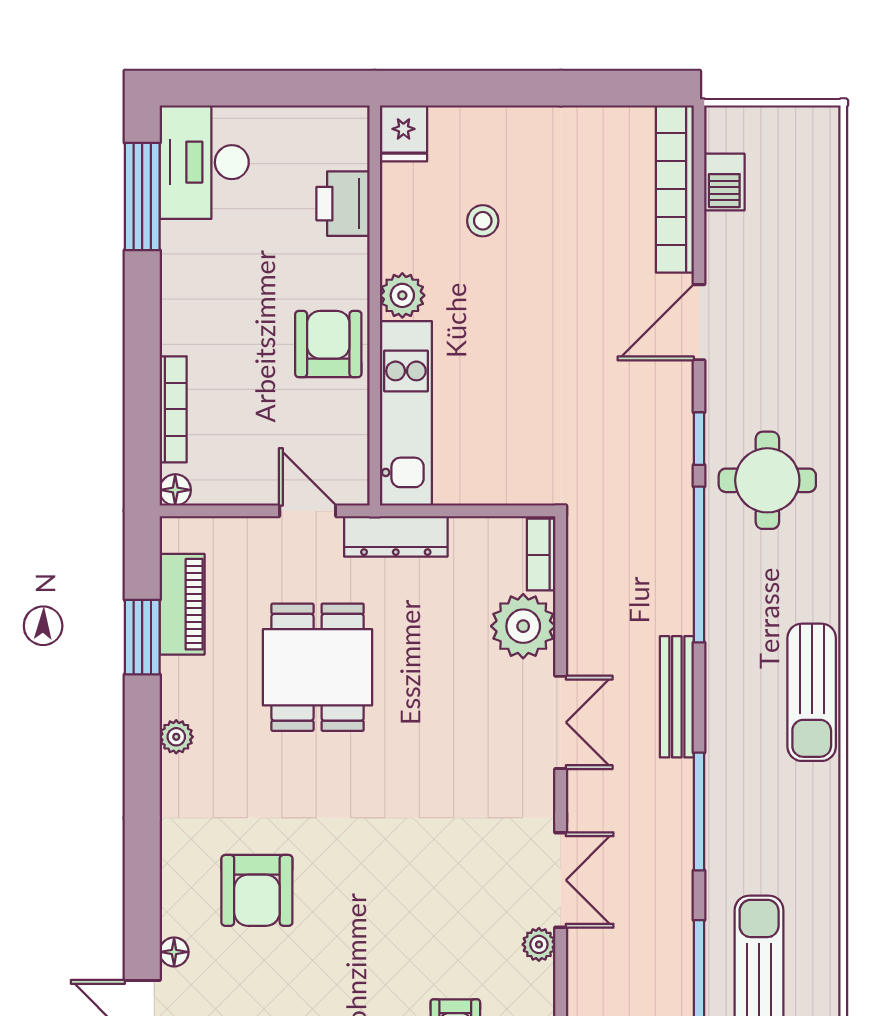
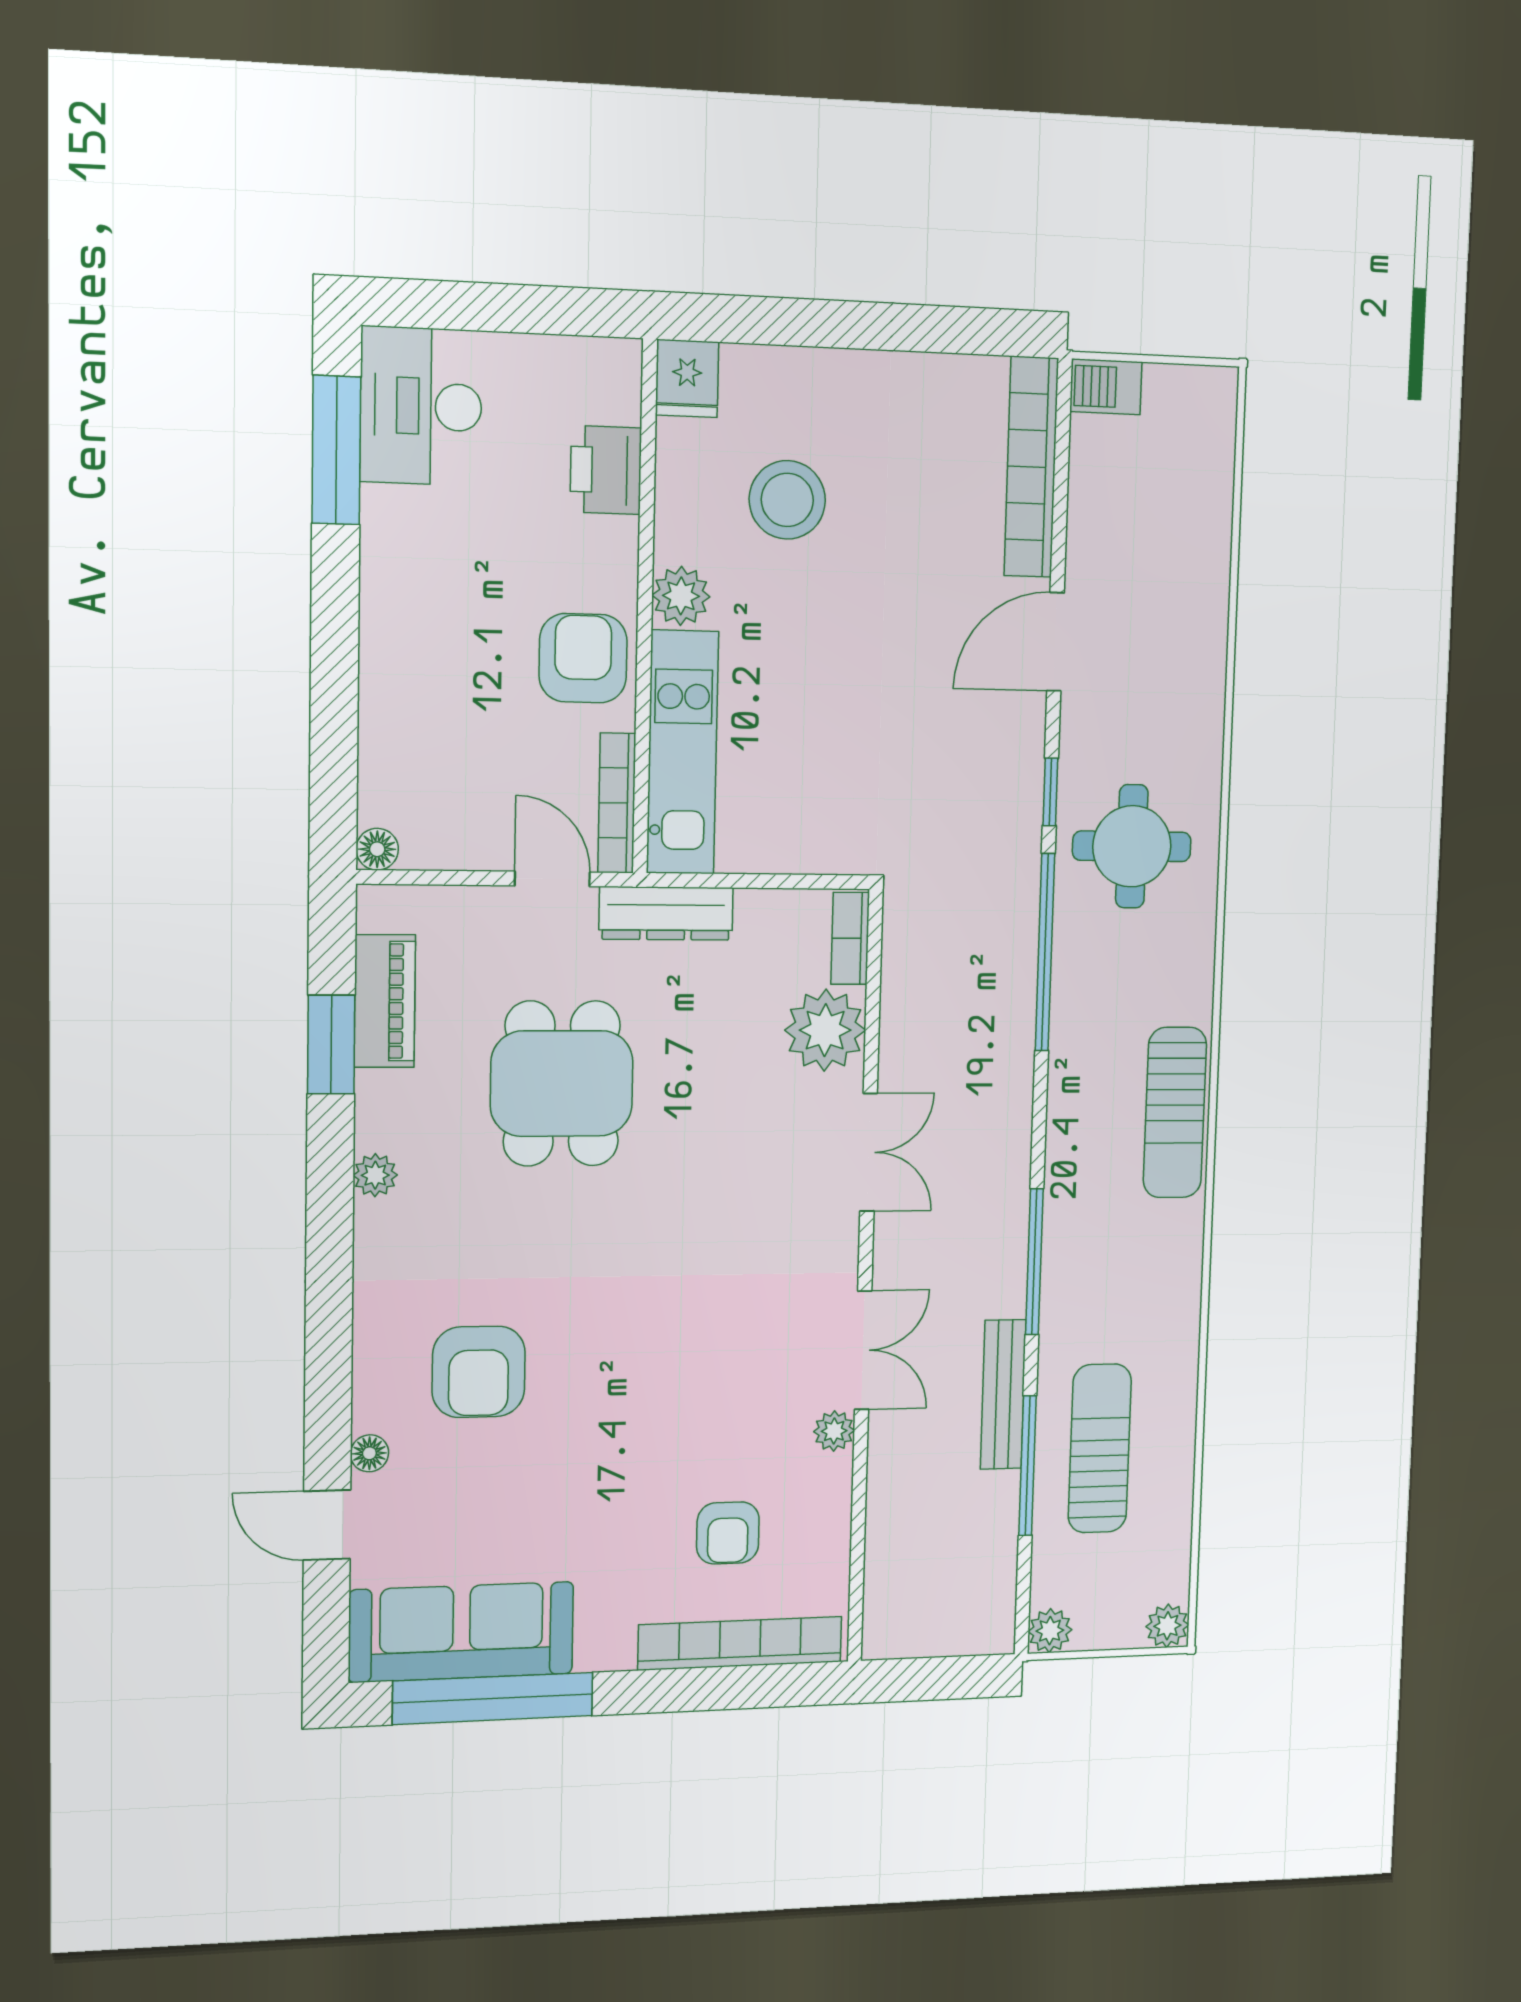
barbecue: (724, 182) -> (1106, 387), moved, turned 90
stool: (483, 221) -> (787, 500), width x1.89, depth x1.89
bookcase: (173, 409) -> (617, 803), moved, turned 180
bench: (677, 697) -> (1003, 1395), moved

